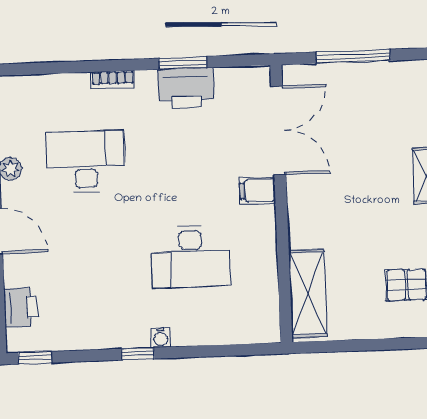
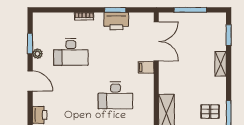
desk: (86, 162) -> (71, 52), turned 180

